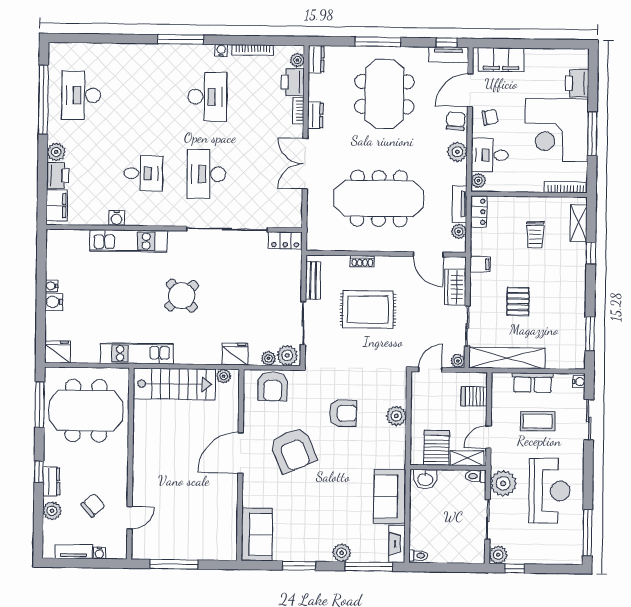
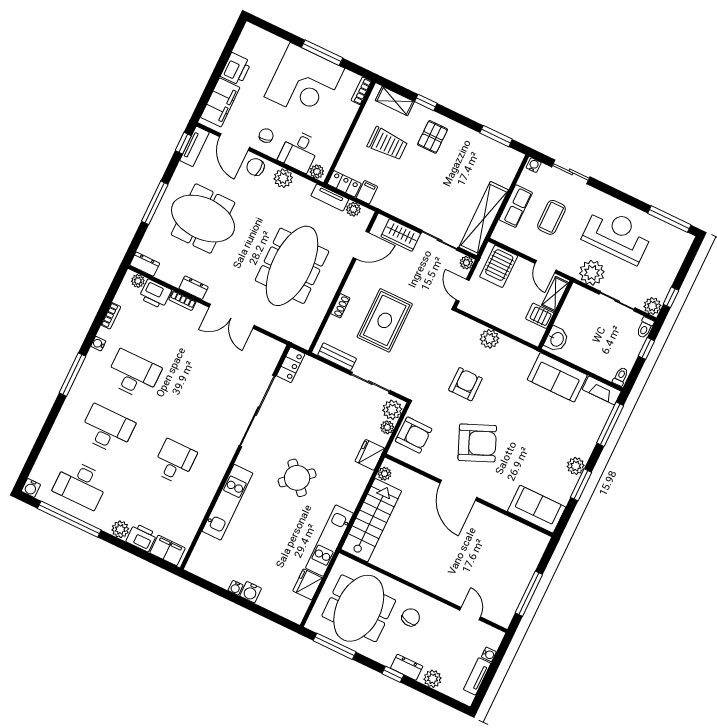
bookcase: (253, 50) -> (111, 316), width x0.64
printer: (577, 83) -> (236, 69), moved, turned -90
desk: (206, 174) -> (107, 429), moved, turned 180
bookcase: (566, 187) -> (361, 91), width x0.64
water cooler: (117, 218) -> (31, 488), moved, turned 90
trolley: (535, 235) -> (387, 144), width x1.36, depth x1.39
filing cabinet: (480, 264) -> (367, 192), moved
pallet: (518, 301) -> (433, 137), moved, turned 90
fridge: (58, 352) -> (308, 584), moved
server rack: (474, 396) -> (499, 266), width x1.36, depth x1.44
server rack: (437, 448) -> (540, 316), width x0.73, depth x0.70
toilet: (476, 476) -> (645, 328), moved
chair: (93, 505) -> (411, 617), moved, turned 51
plant: (342, 553) -> (576, 466), moved
window: (456, 568) -> (646, 348), added

